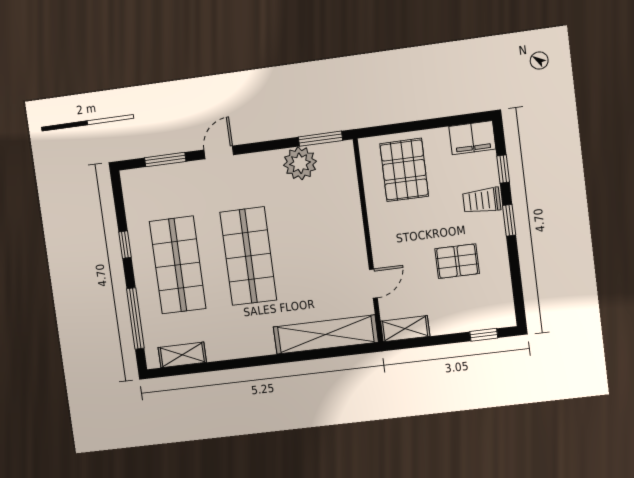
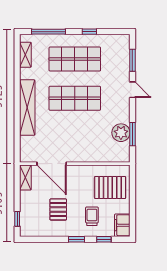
window: (320, 139) -> (132, 134), moved
trolley: (482, 201) -> (92, 216), moved
door: (373, 284) -> (52, 164), width x1.88
shelving: (326, 335) -> (27, 108), moved

